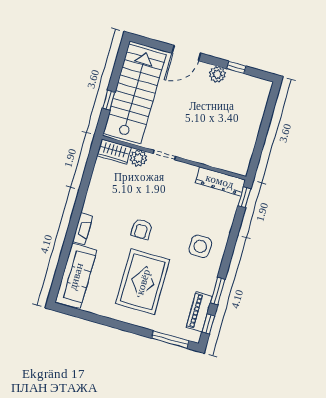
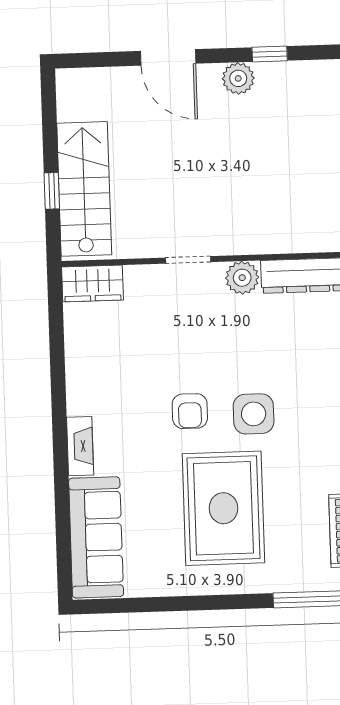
door: (186, 53) -> (168, 57), hinge flipped
stairs: (135, 94) -> (84, 189), width x0.73, depth x0.66
plant: (138, 158) -> (242, 278), moved
side table: (200, 246) -> (254, 414), moved

